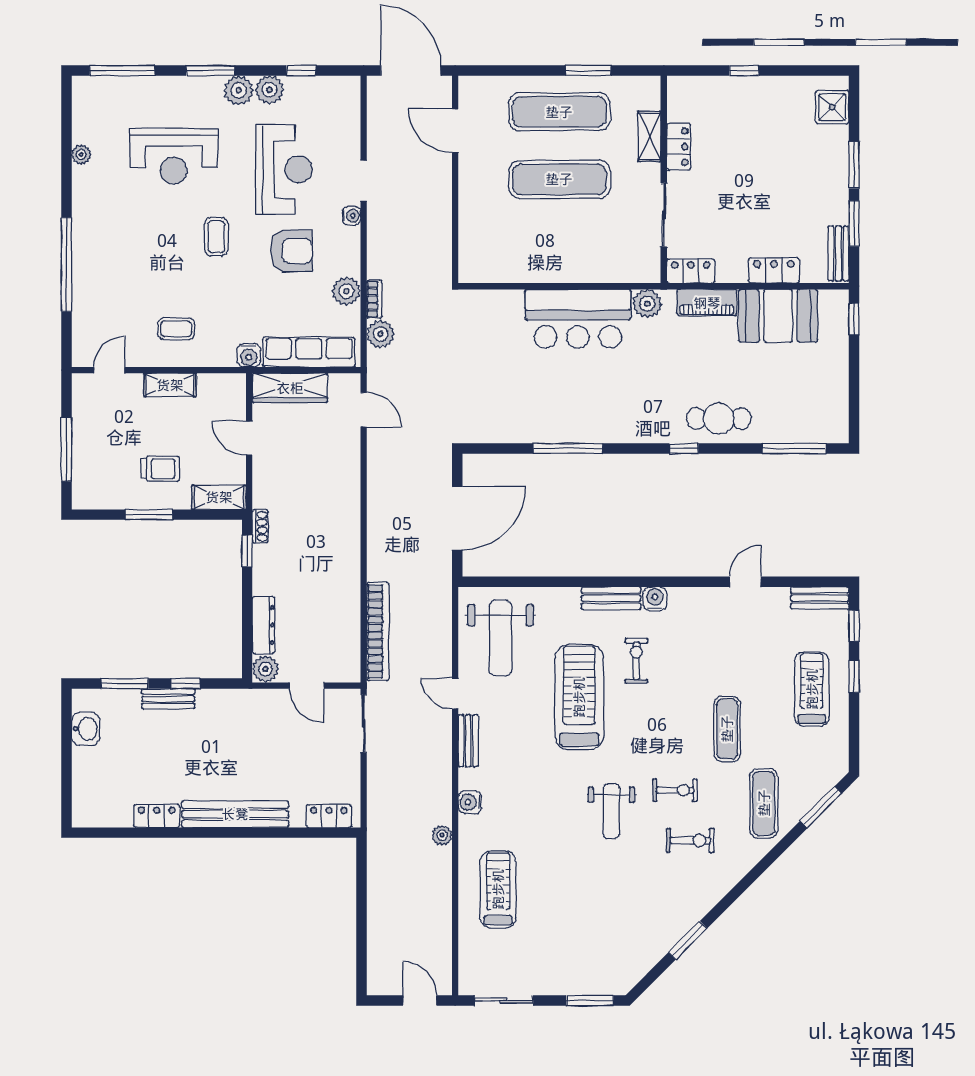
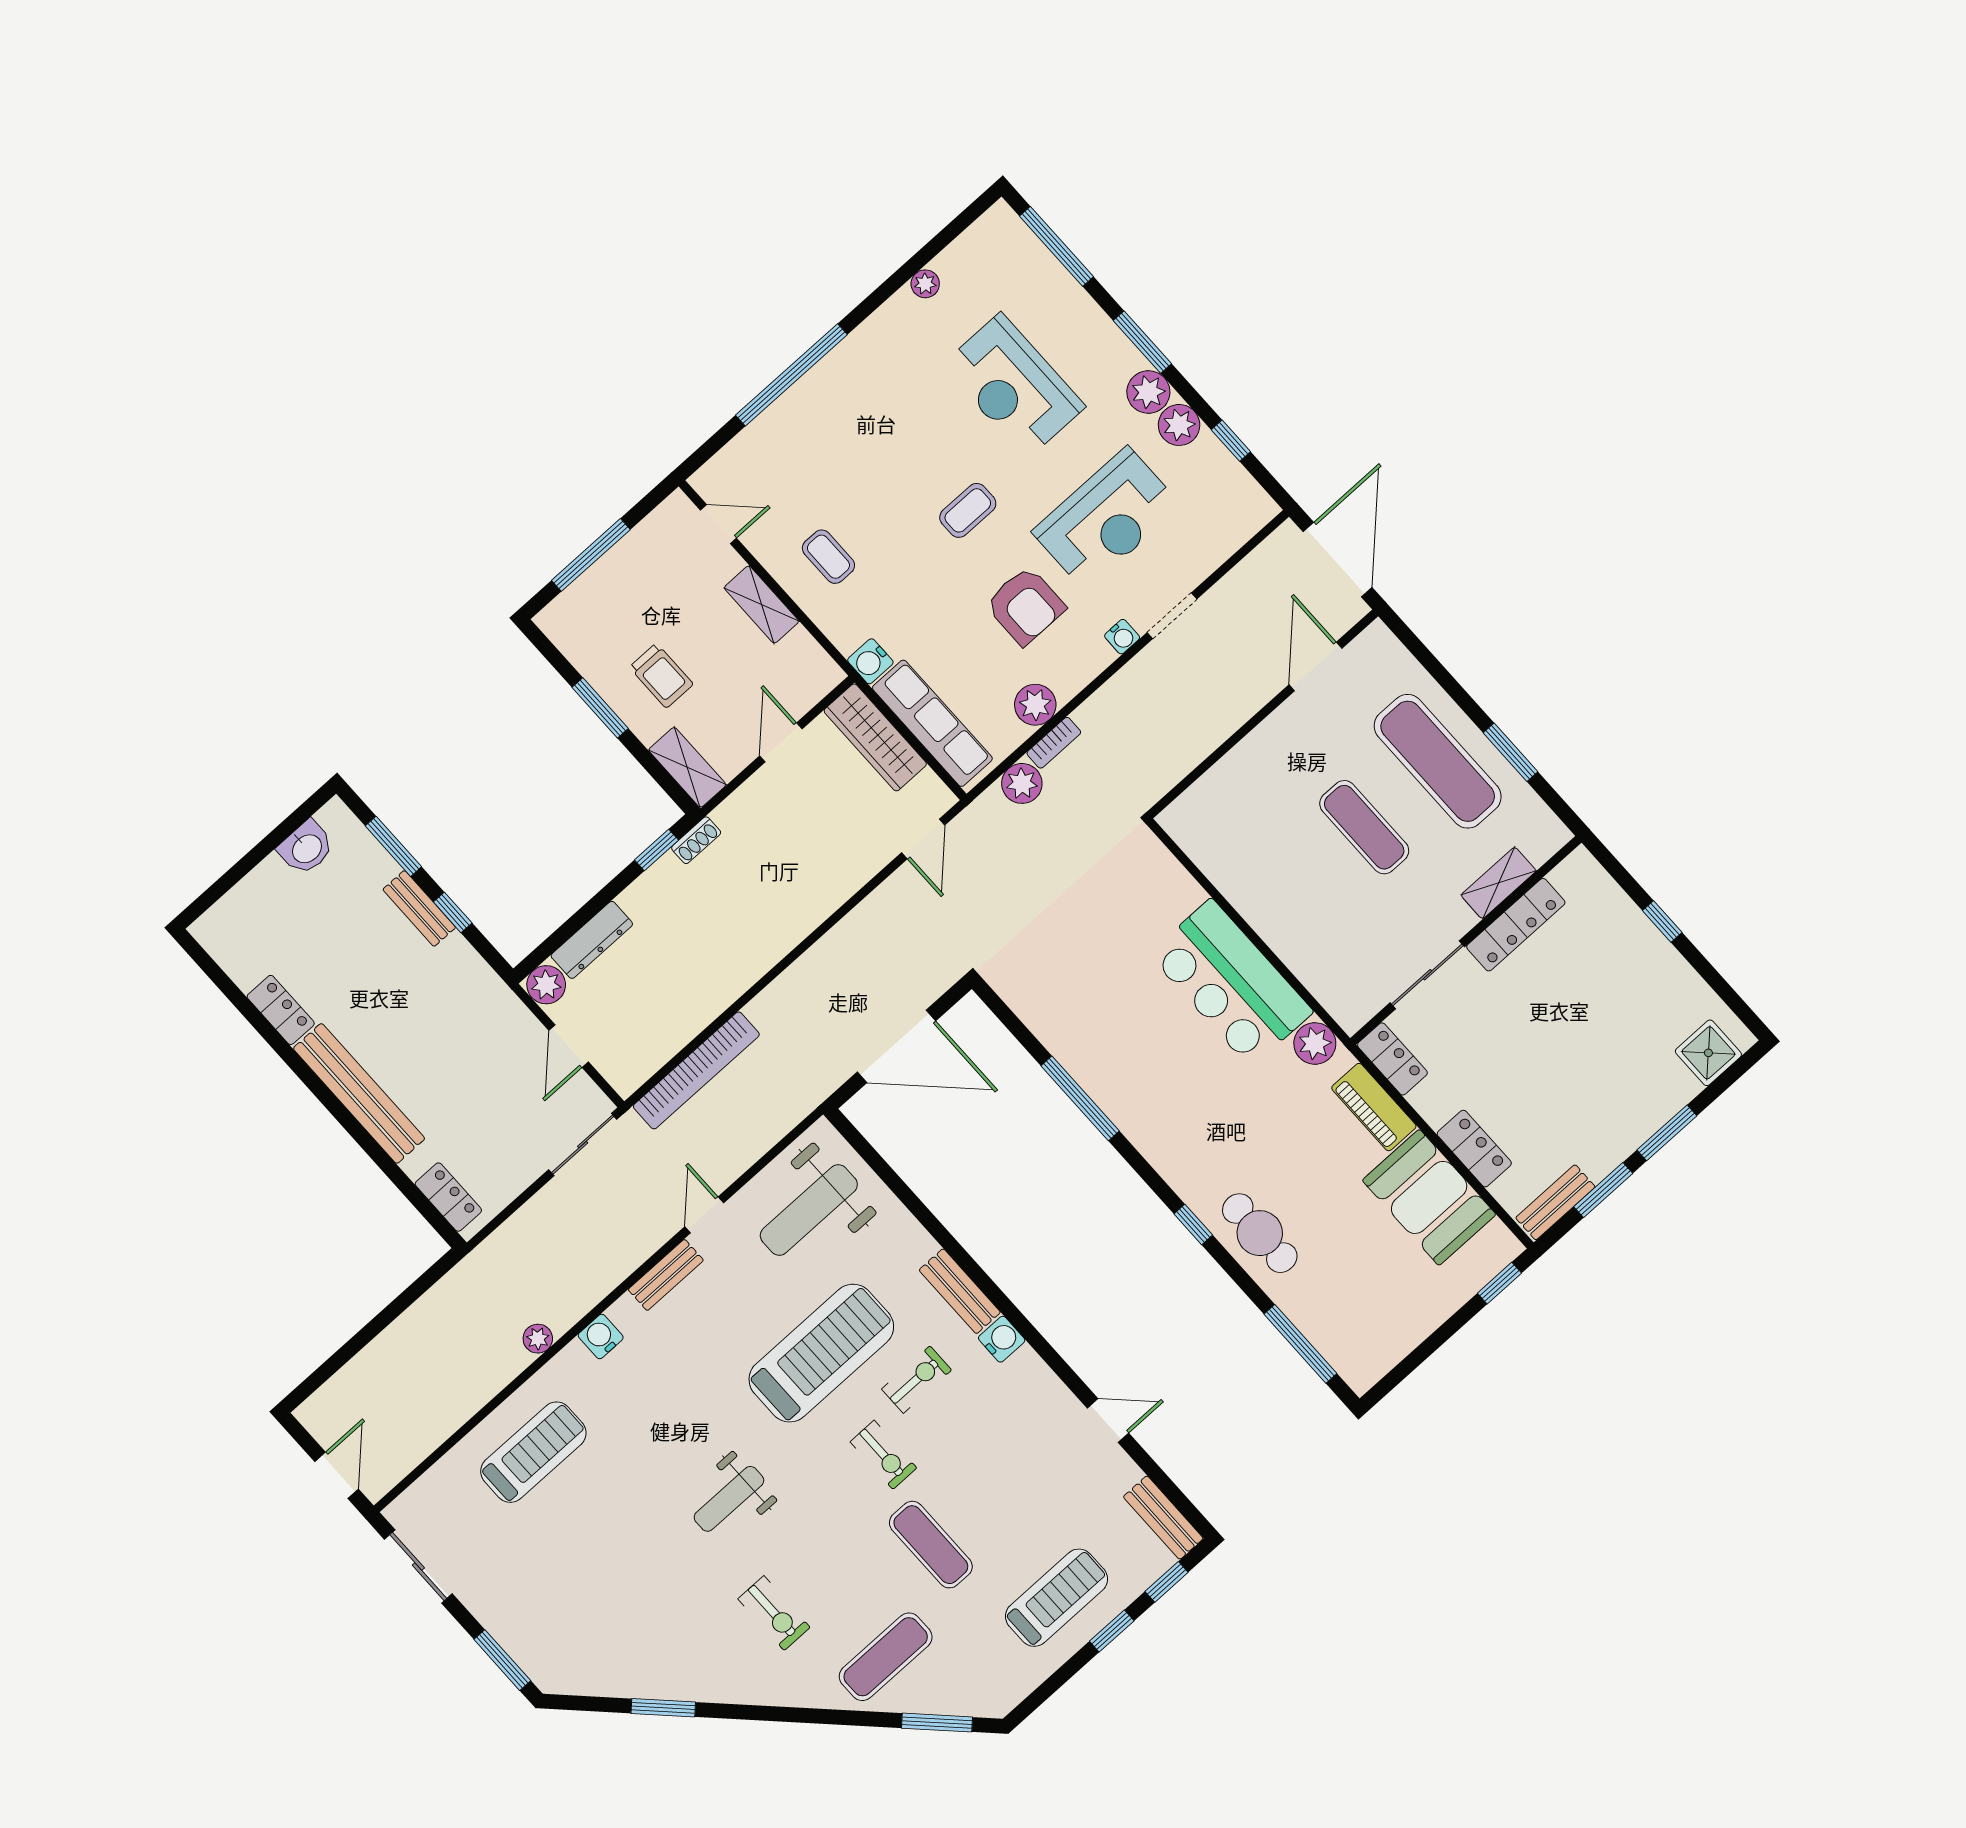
locker: (679, 147) -> (1516, 925), width x1.53
exercise mat: (559, 179) -> (1364, 827), width x0.73, depth x0.69
exercise mat: (727, 729) -> (931, 1545), turned 90
exercise bike: (675, 790) -> (883, 1455), moved

